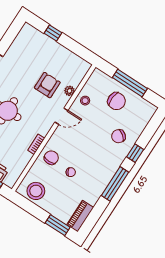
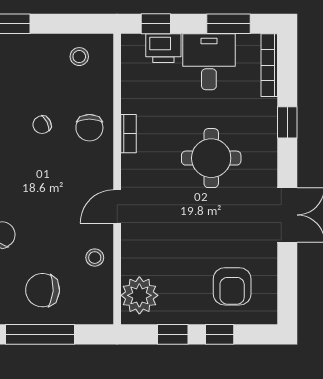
window: (73, 46) -> (173, 334), added
armchair: (47, 85) -> (232, 286), moved
plant: (69, 91) -> (139, 295), moved, width x1.88, depth x1.88
stool: (36, 191) -> (79, 57), width x0.53, depth x0.53

